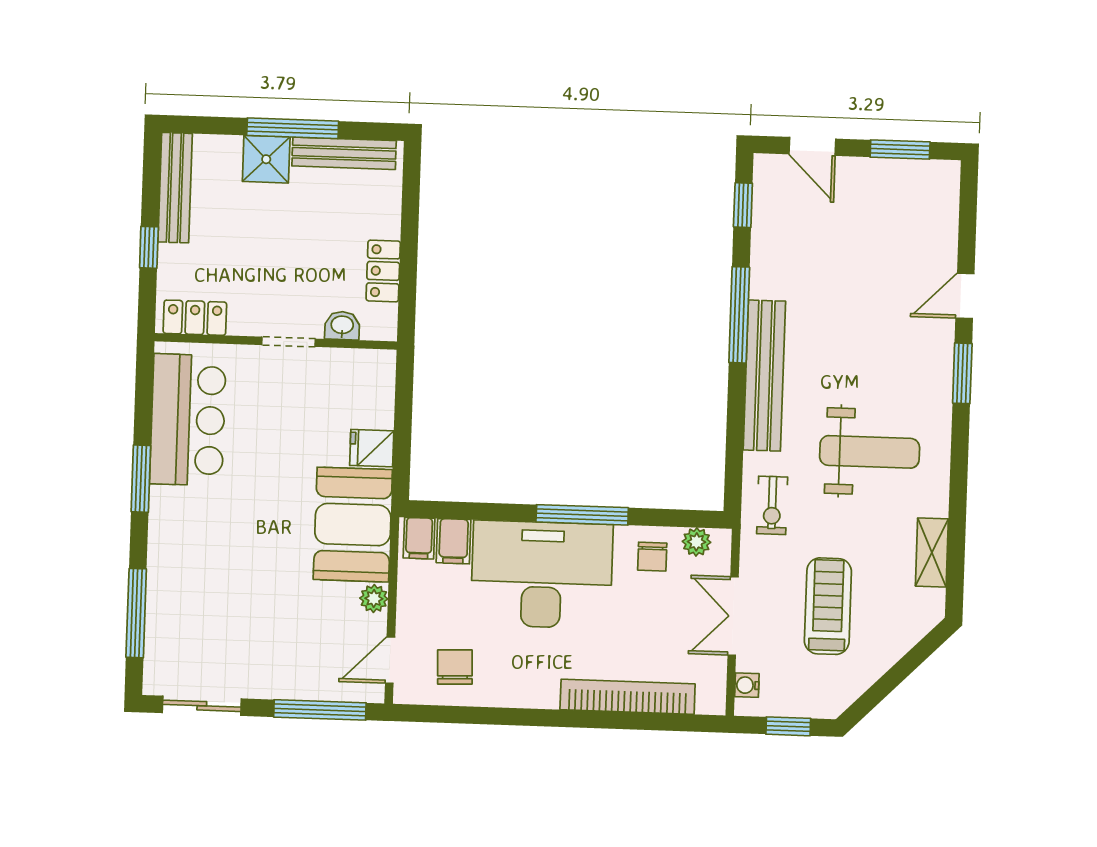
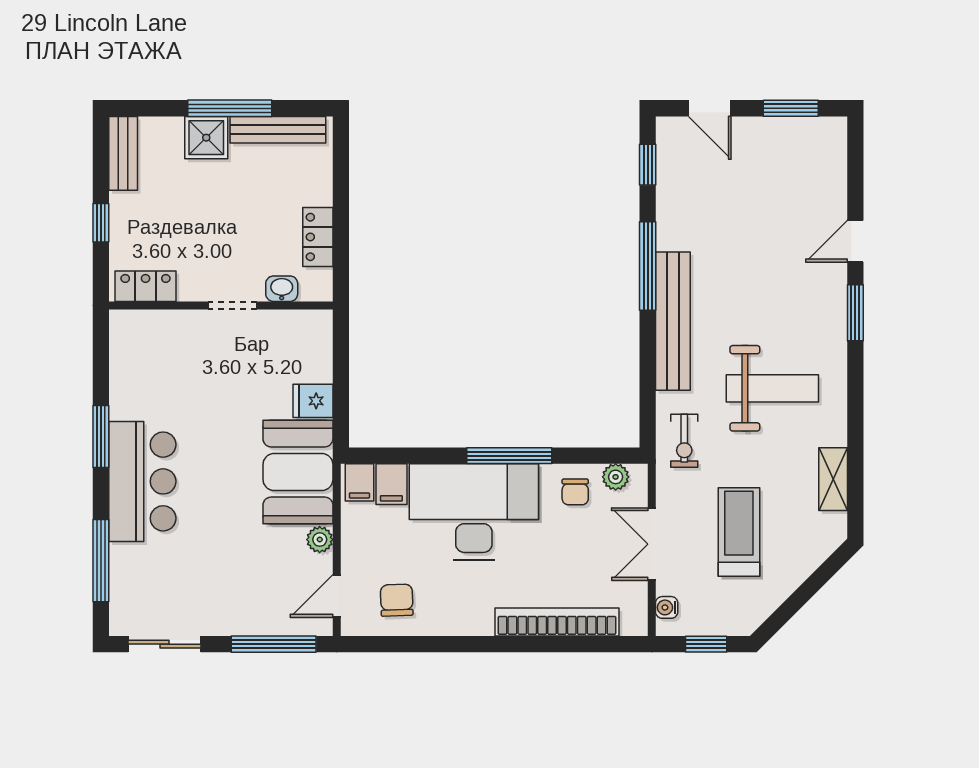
bench: (175, 188) -> (123, 153), width x0.73
bar counter: (188, 420) -> (142, 481), moved

